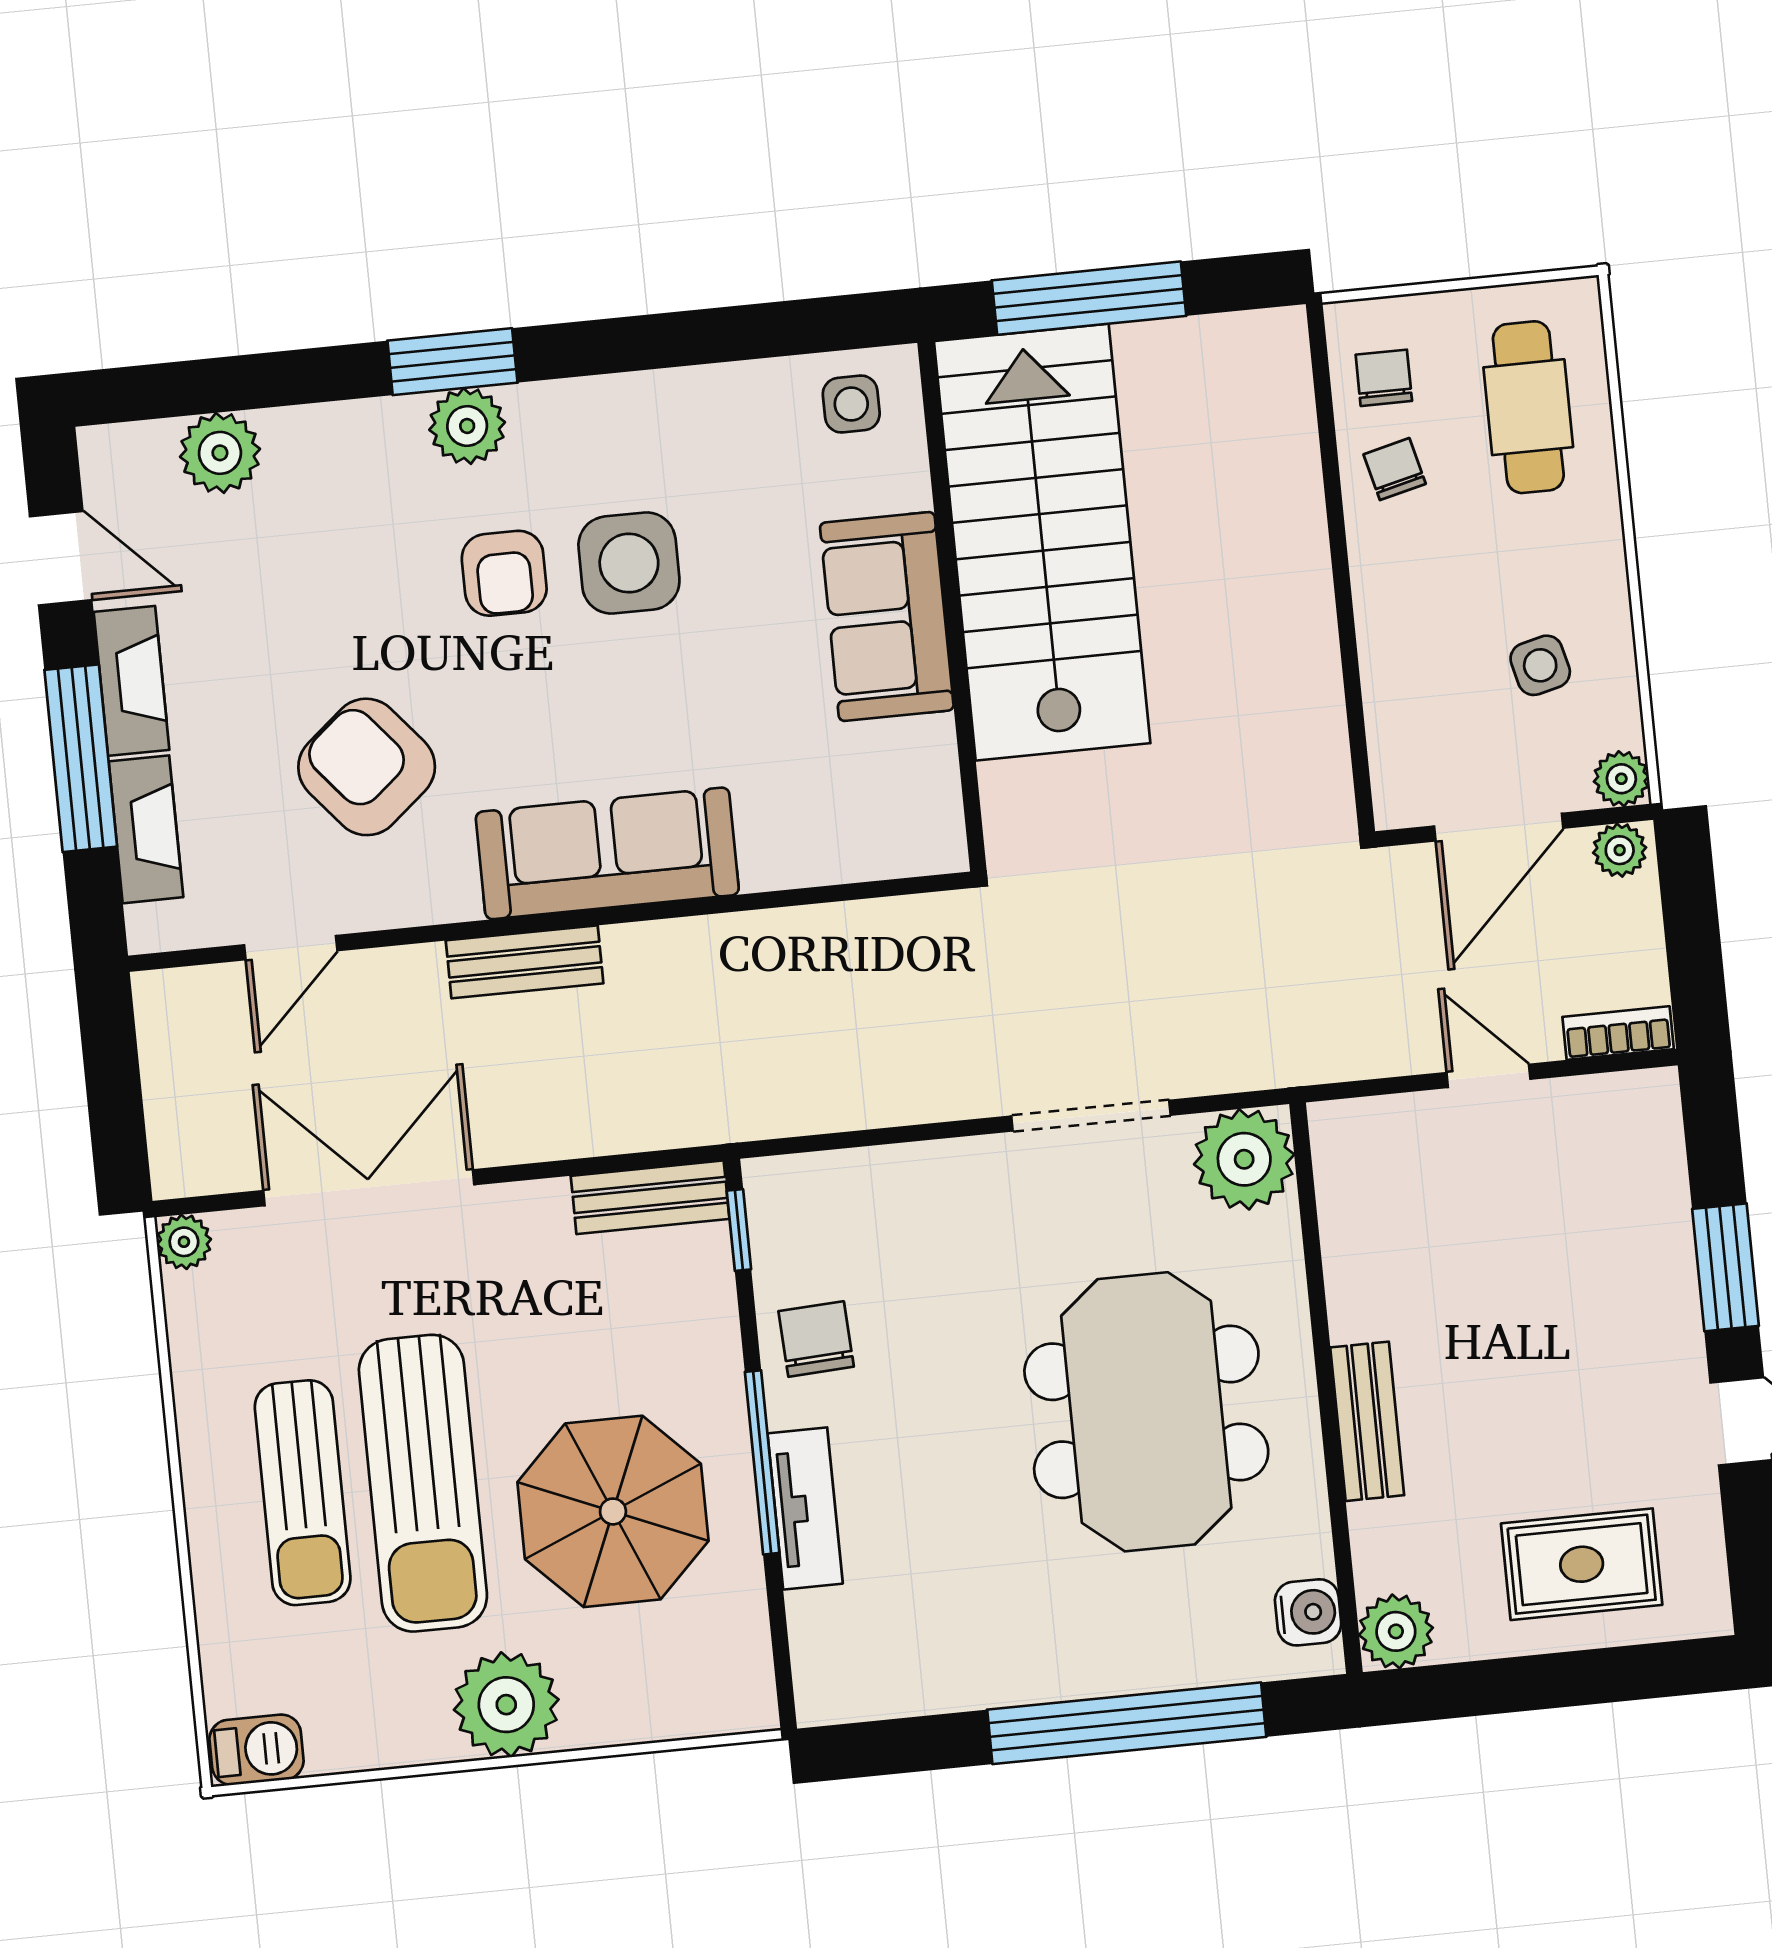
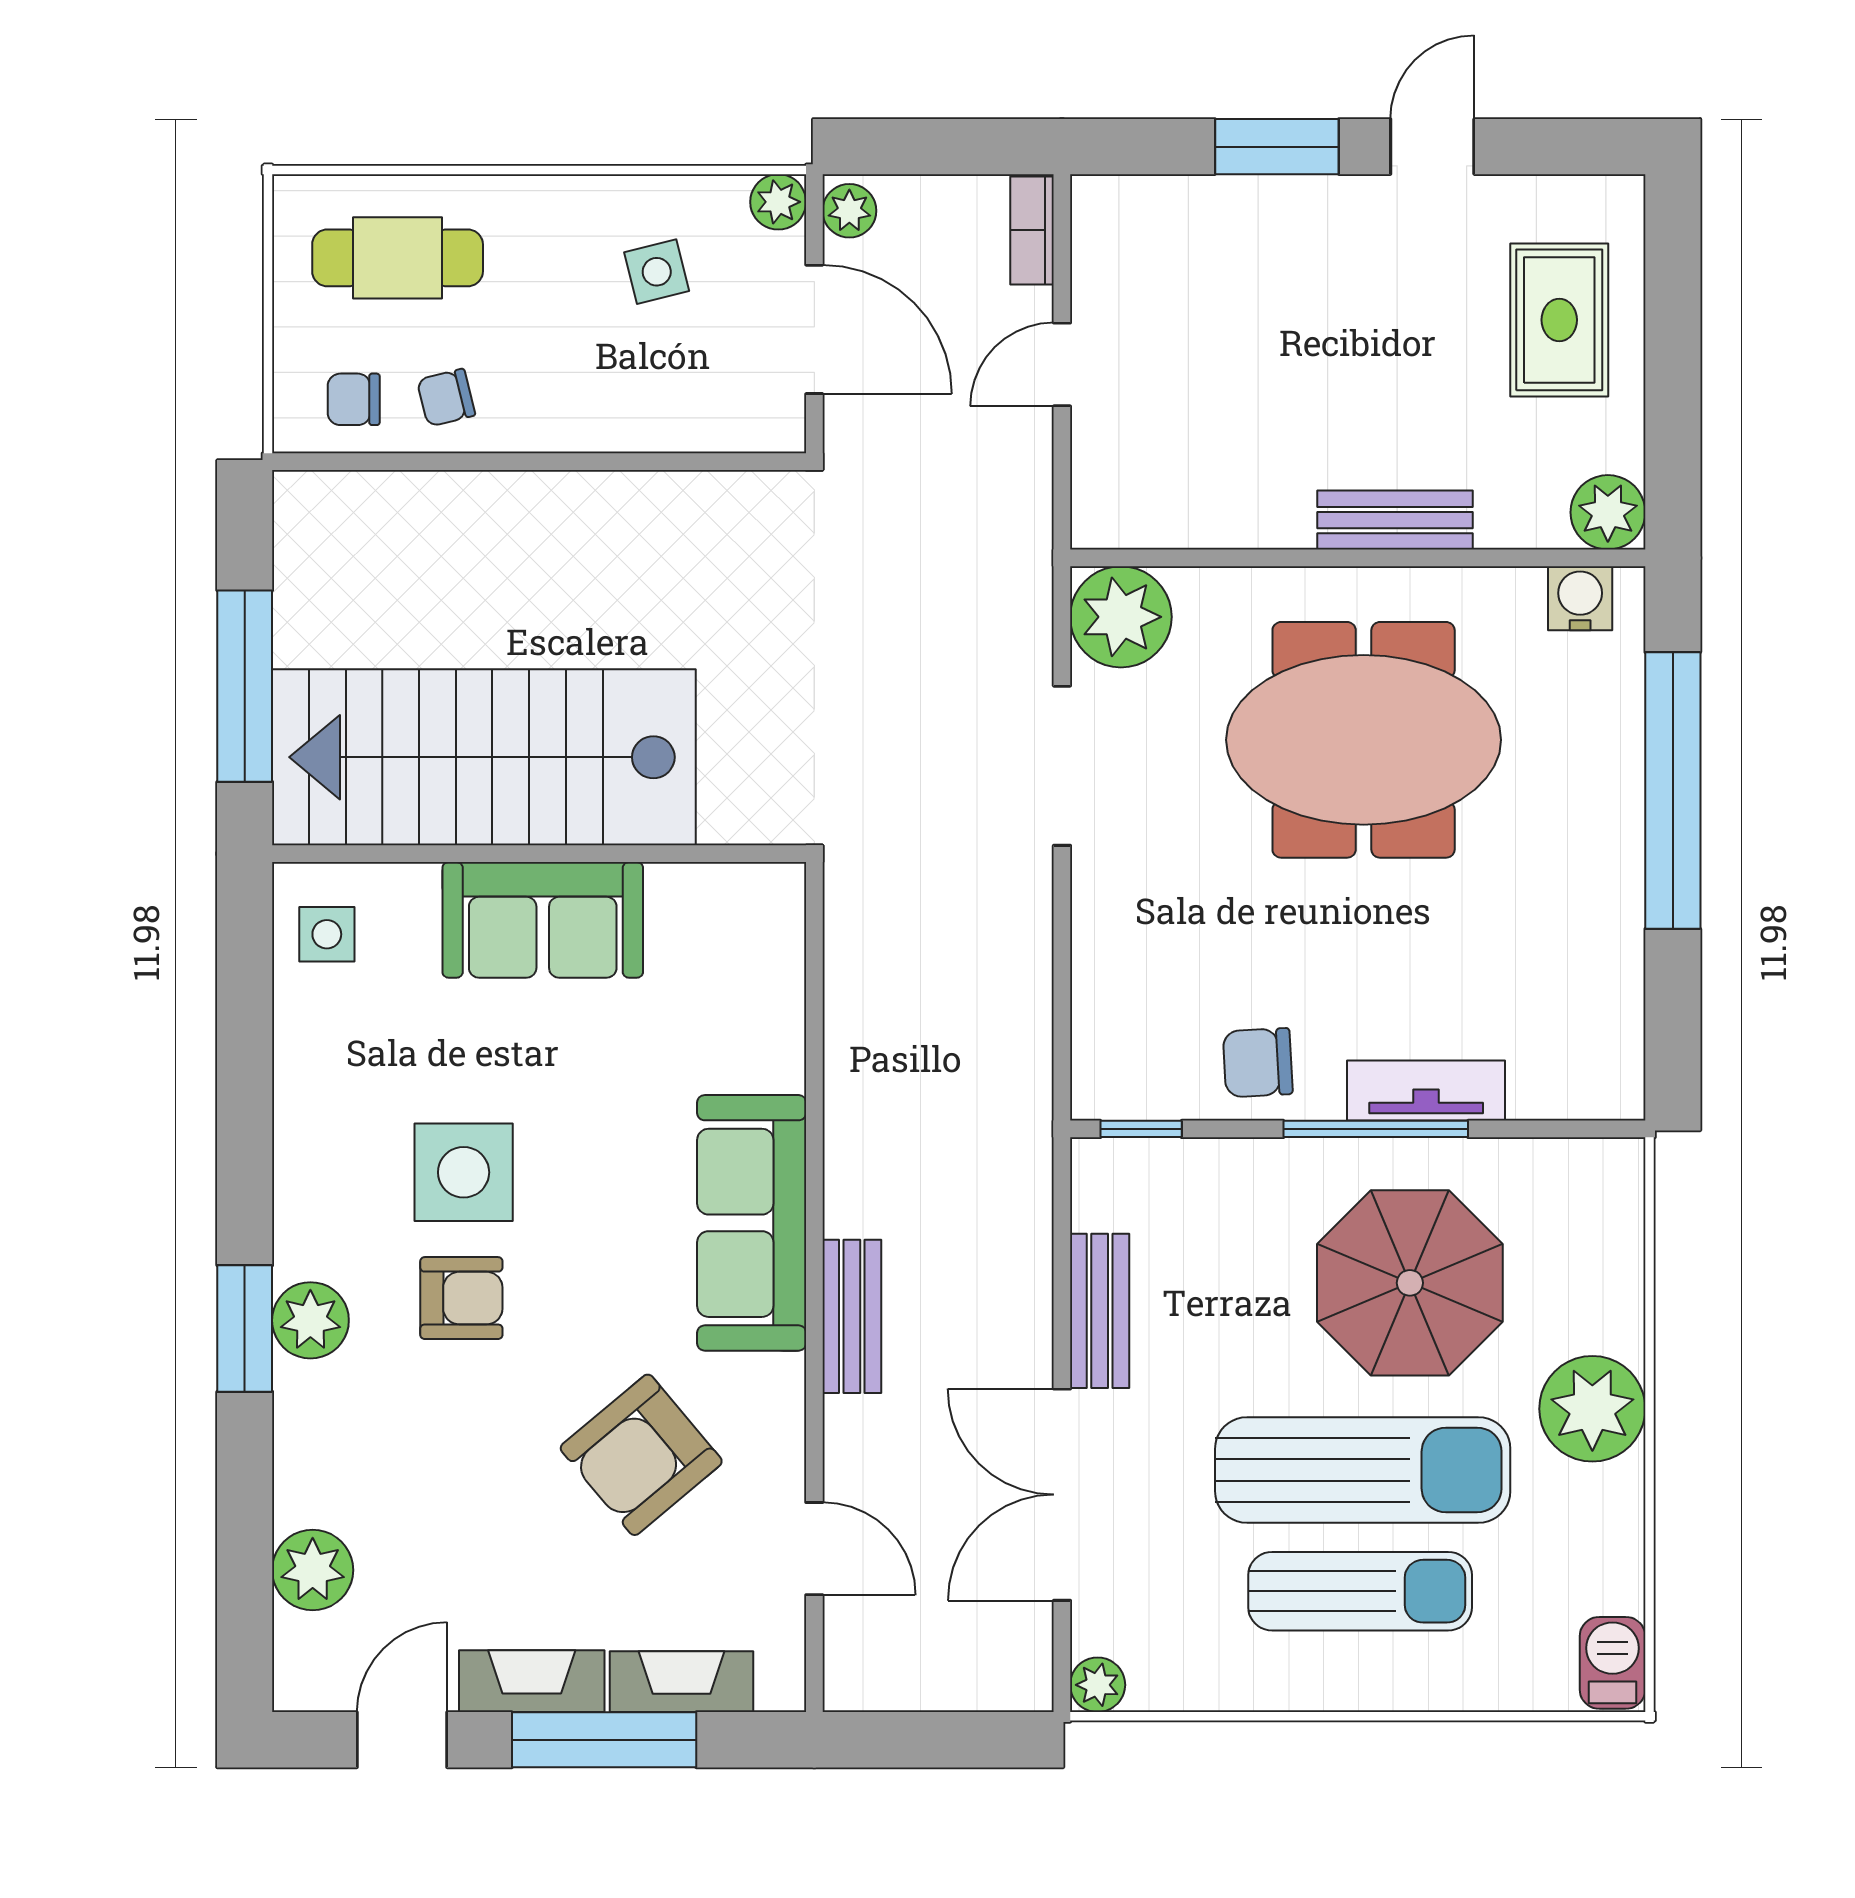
bench: (650, 1197) -> (1100, 1311), moved

